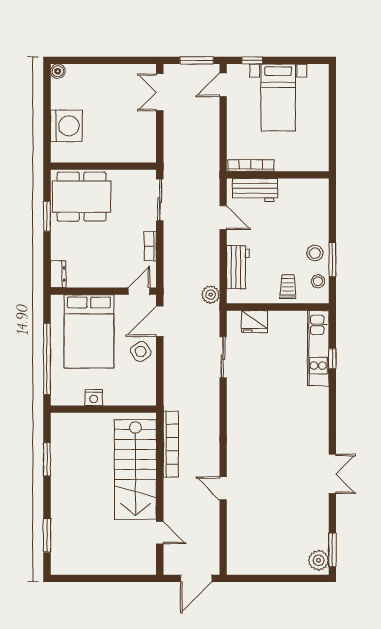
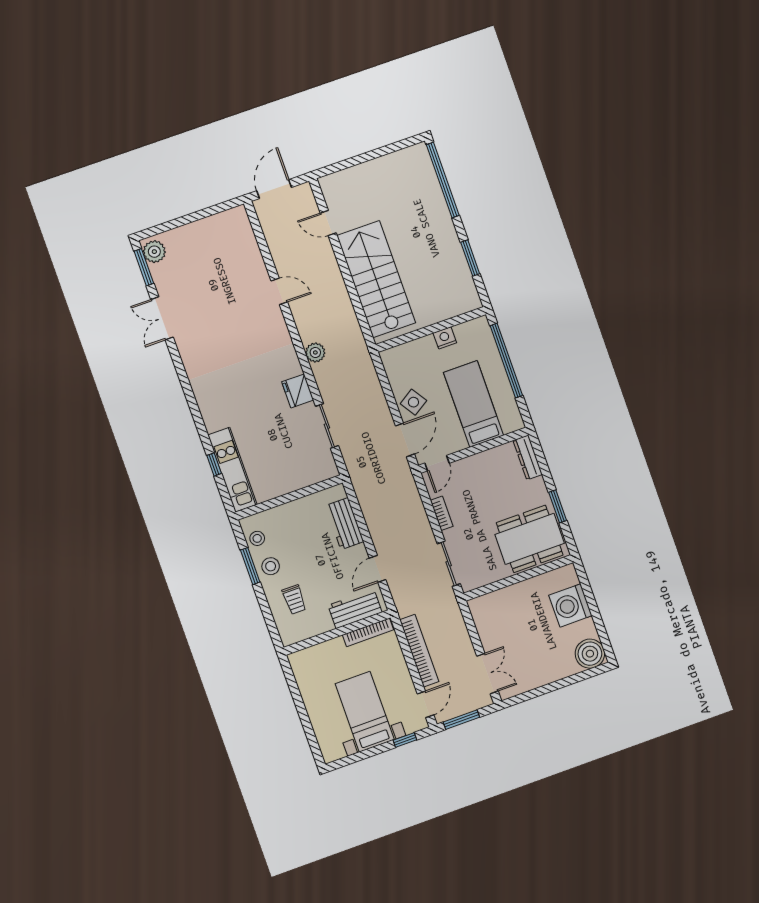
boiler: (58, 71) -> (590, 654), width x1.86, depth x1.86
door: (223, 218) -> (378, 569), hinge flipped
dresser: (58, 274) -> (528, 457), width x1.44
trolley: (288, 287) -> (294, 599), moved
plant: (211, 295) -> (315, 352), moved
fridge: (254, 322) -> (298, 391), moved, turned -90
bed: (89, 331) -> (474, 404), width x0.67
bookcase: (171, 444) -> (419, 651), moved, turned 180
double door: (332, 474) -> (162, 318), moved
window: (47, 535) -> (443, 180), width x2.11

